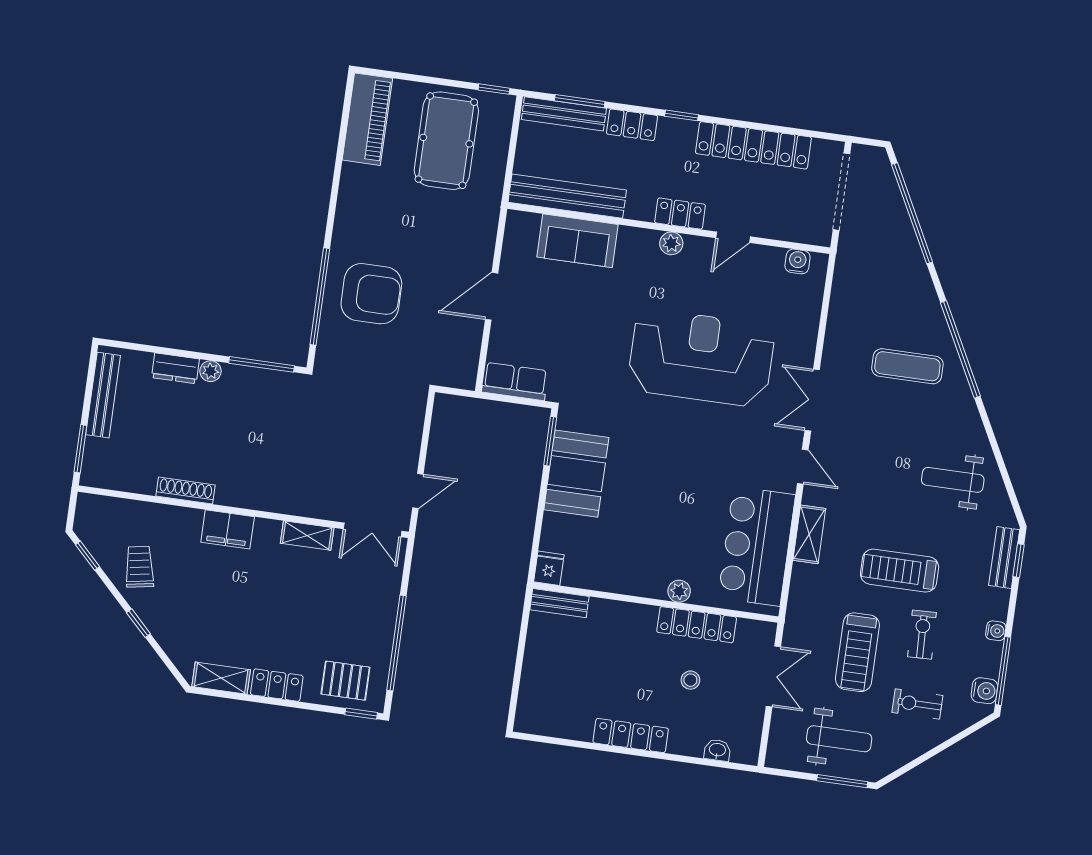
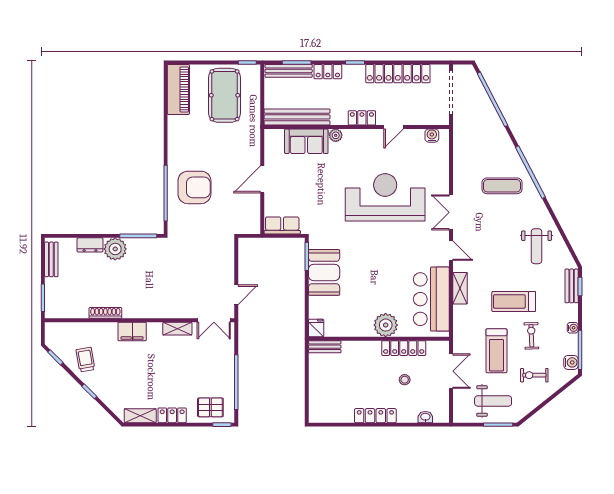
plant: (671, 243) -> (336, 135), moved
plant: (211, 371) -> (115, 249), width x1.88, depth x1.88
bench: (103, 395) -> (51, 259), width x0.73
weight bench: (953, 480) -> (537, 246), turned -90
plant: (679, 591) -> (386, 325), width x1.87, depth x1.87

